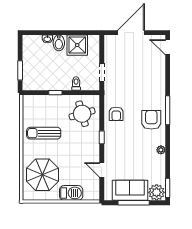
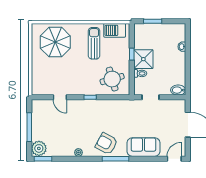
bidet: (59, 43) -> (178, 90), moved
shower: (77, 45) -> (143, 59), moved
armchair: (116, 114) -> (112, 111), removed
armchair: (151, 120) -> (106, 144), turned -152
door: (102, 170) -> (60, 97), swing flipped
sofa: (130, 190) -> (143, 147), moved, turned -90
barbecue: (71, 193) -> (115, 30), moved, turned 90

